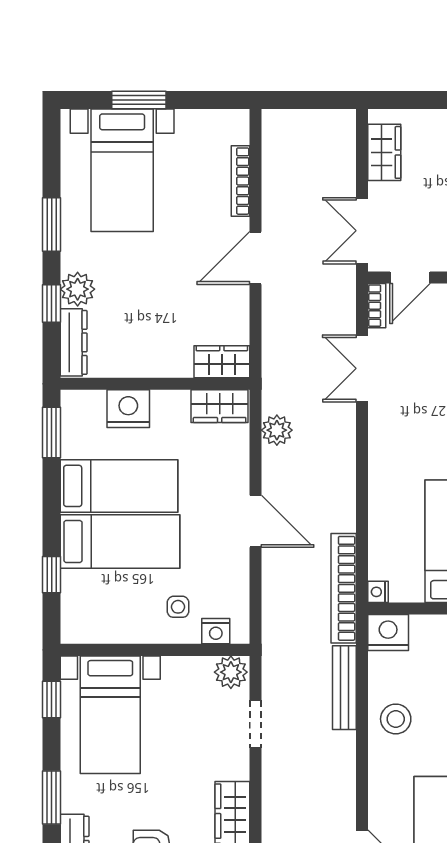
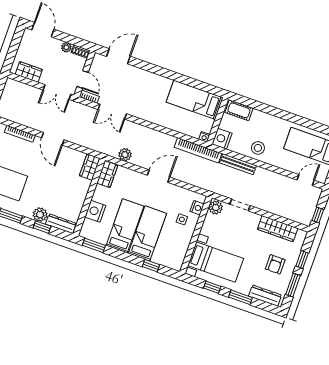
window: (52, 699) -> (212, 287), moved

